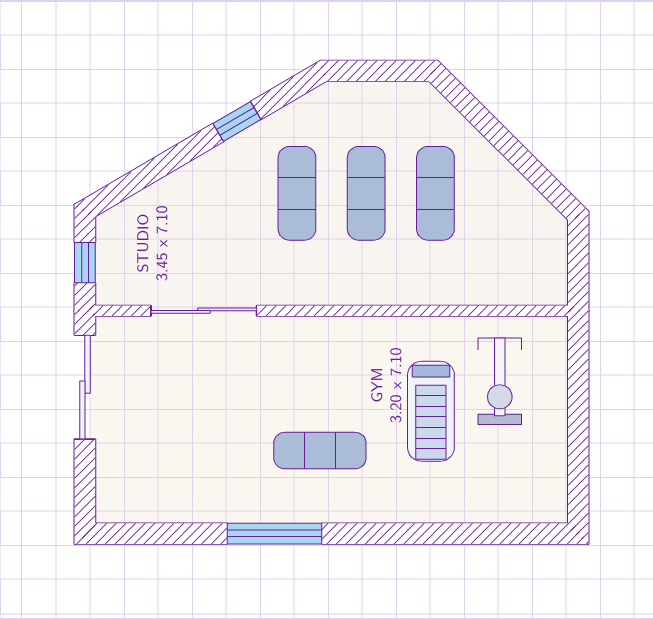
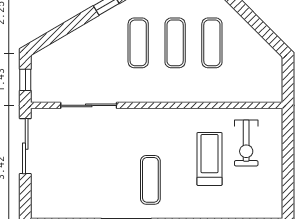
treadmill: (431, 411) -> (210, 159), turned 180
exercise mat: (320, 451) -> (150, 180), turned 90

